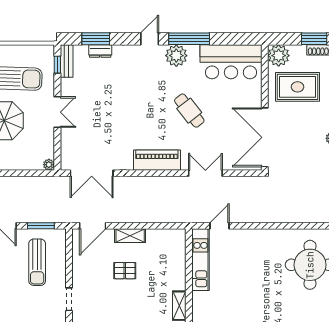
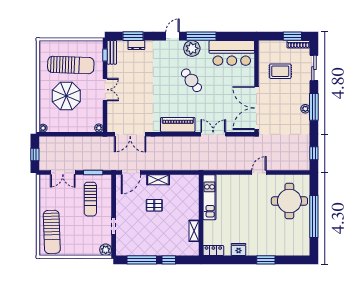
plant: (279, 56) -> (266, 48), removed
rug: (298, 87) -> (280, 71), width x0.73, depth x0.70
cafe table: (189, 111) -> (191, 80), moved
door: (220, 226) -> (259, 173), moved

